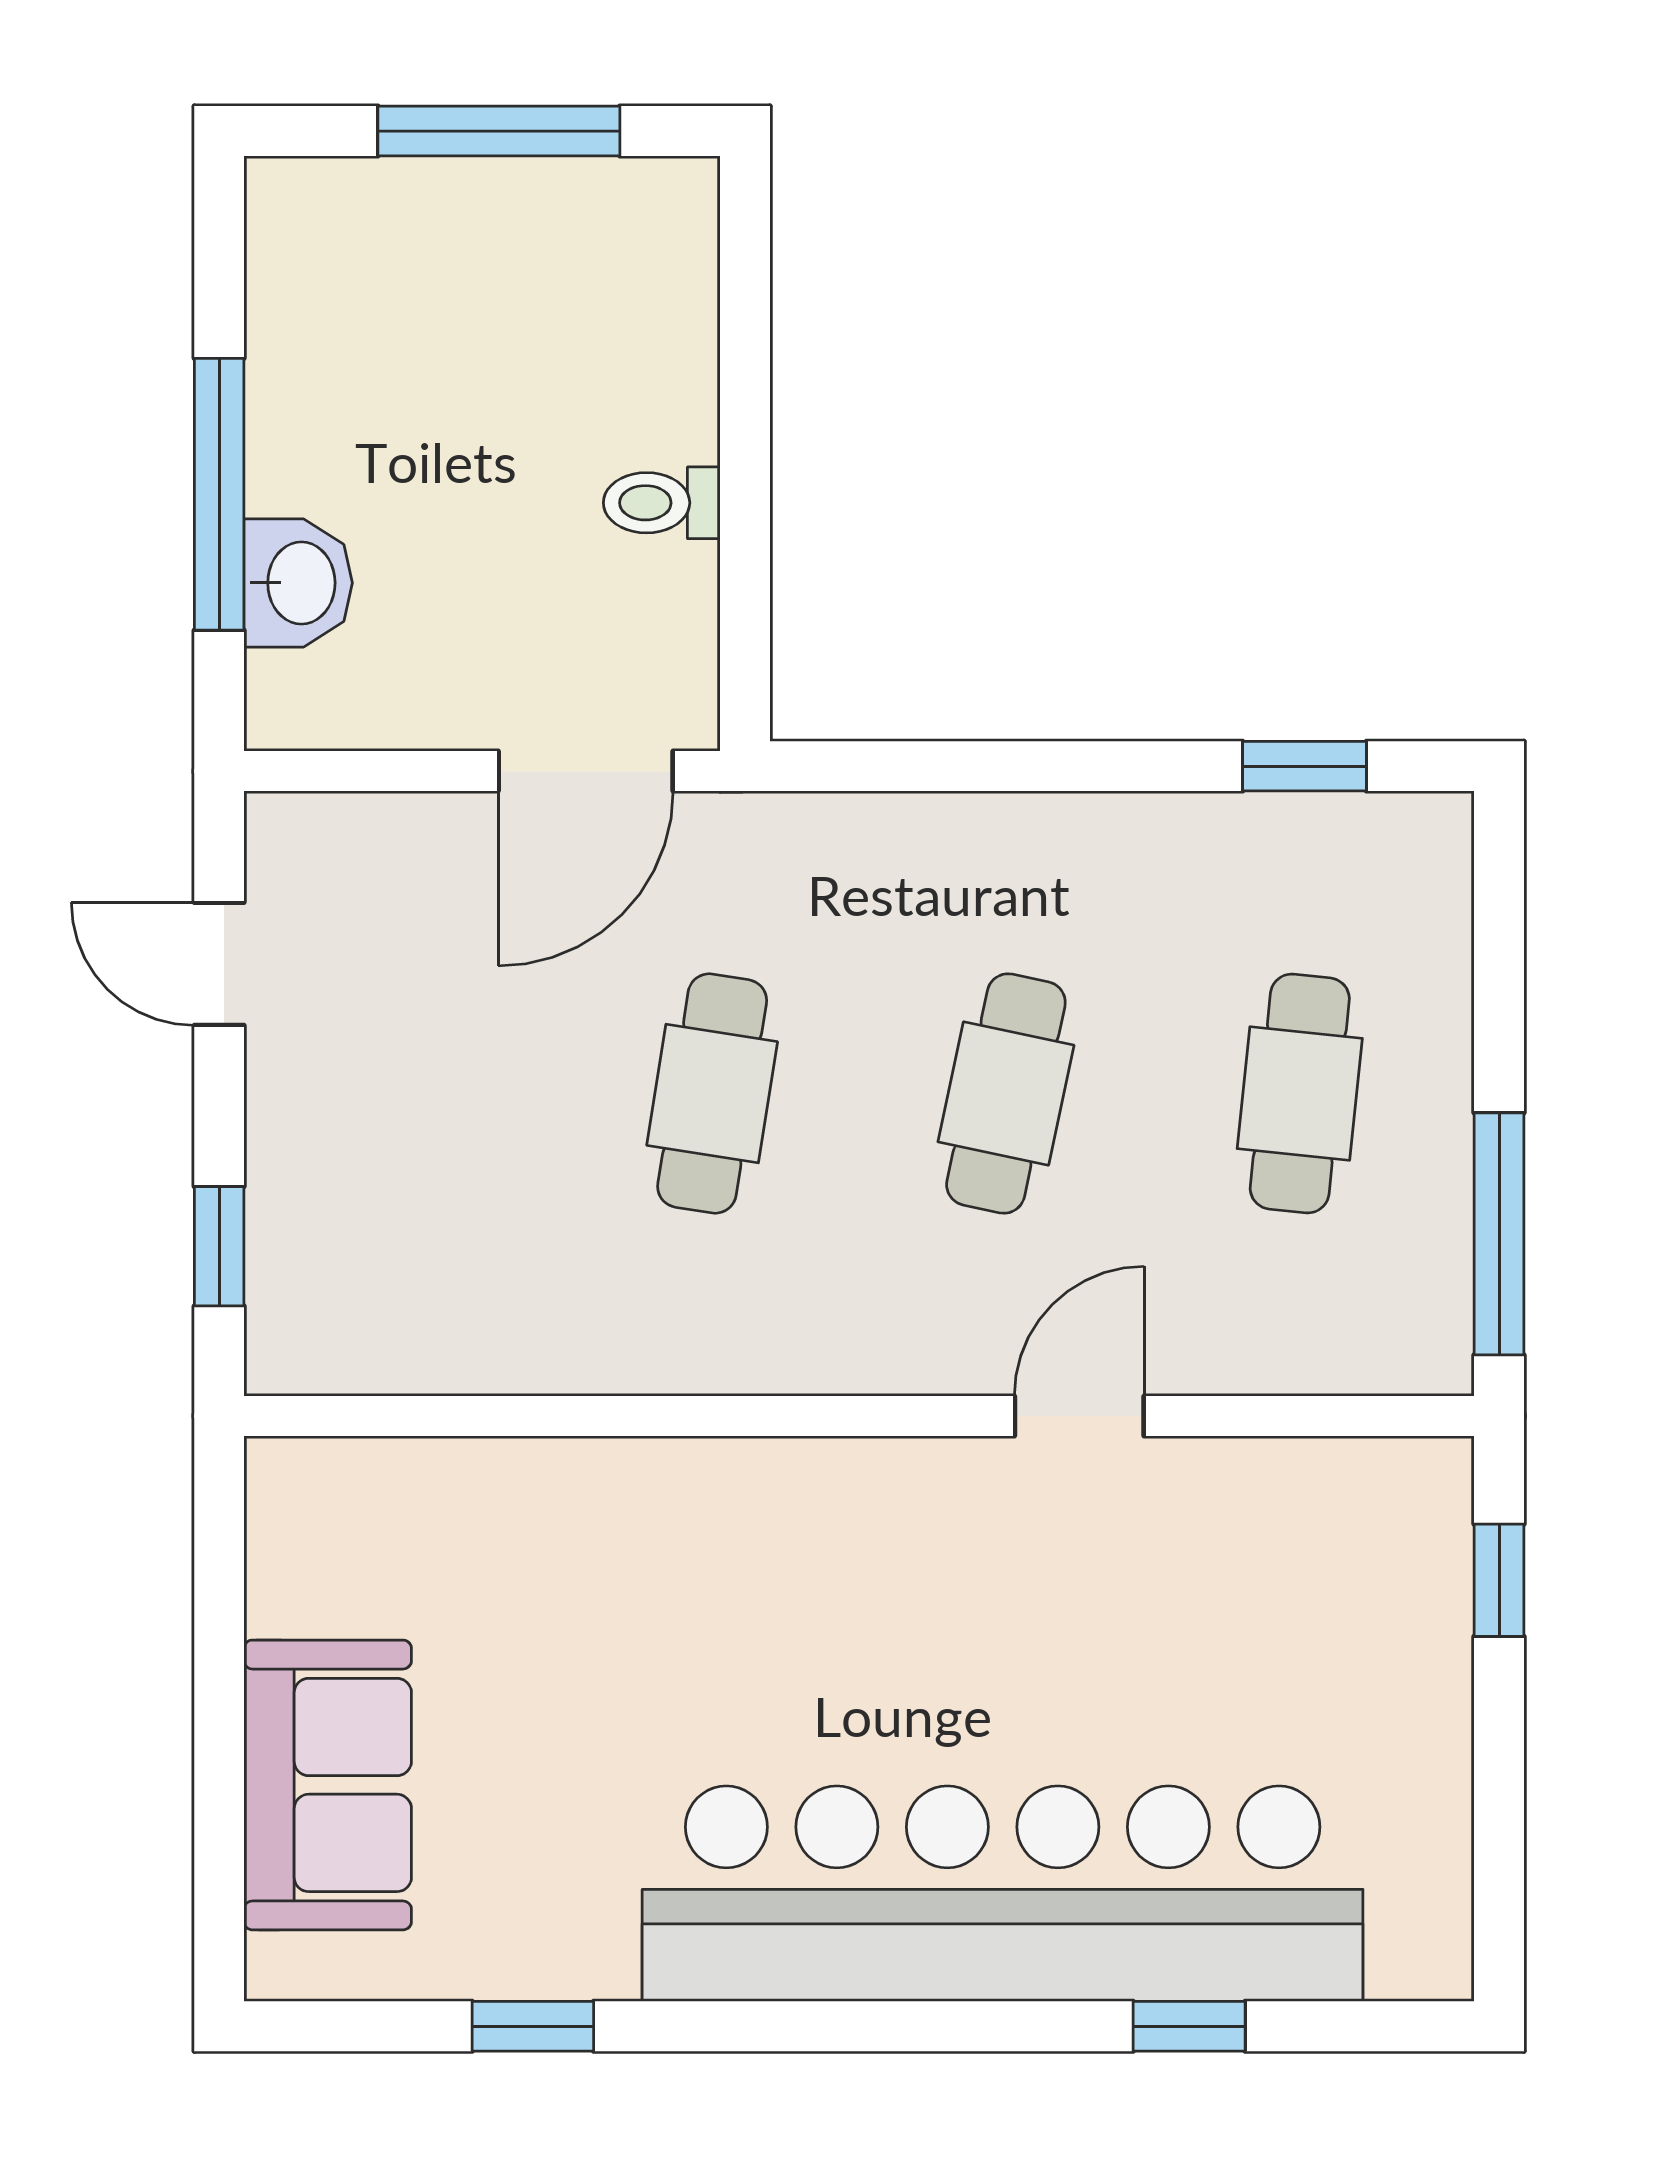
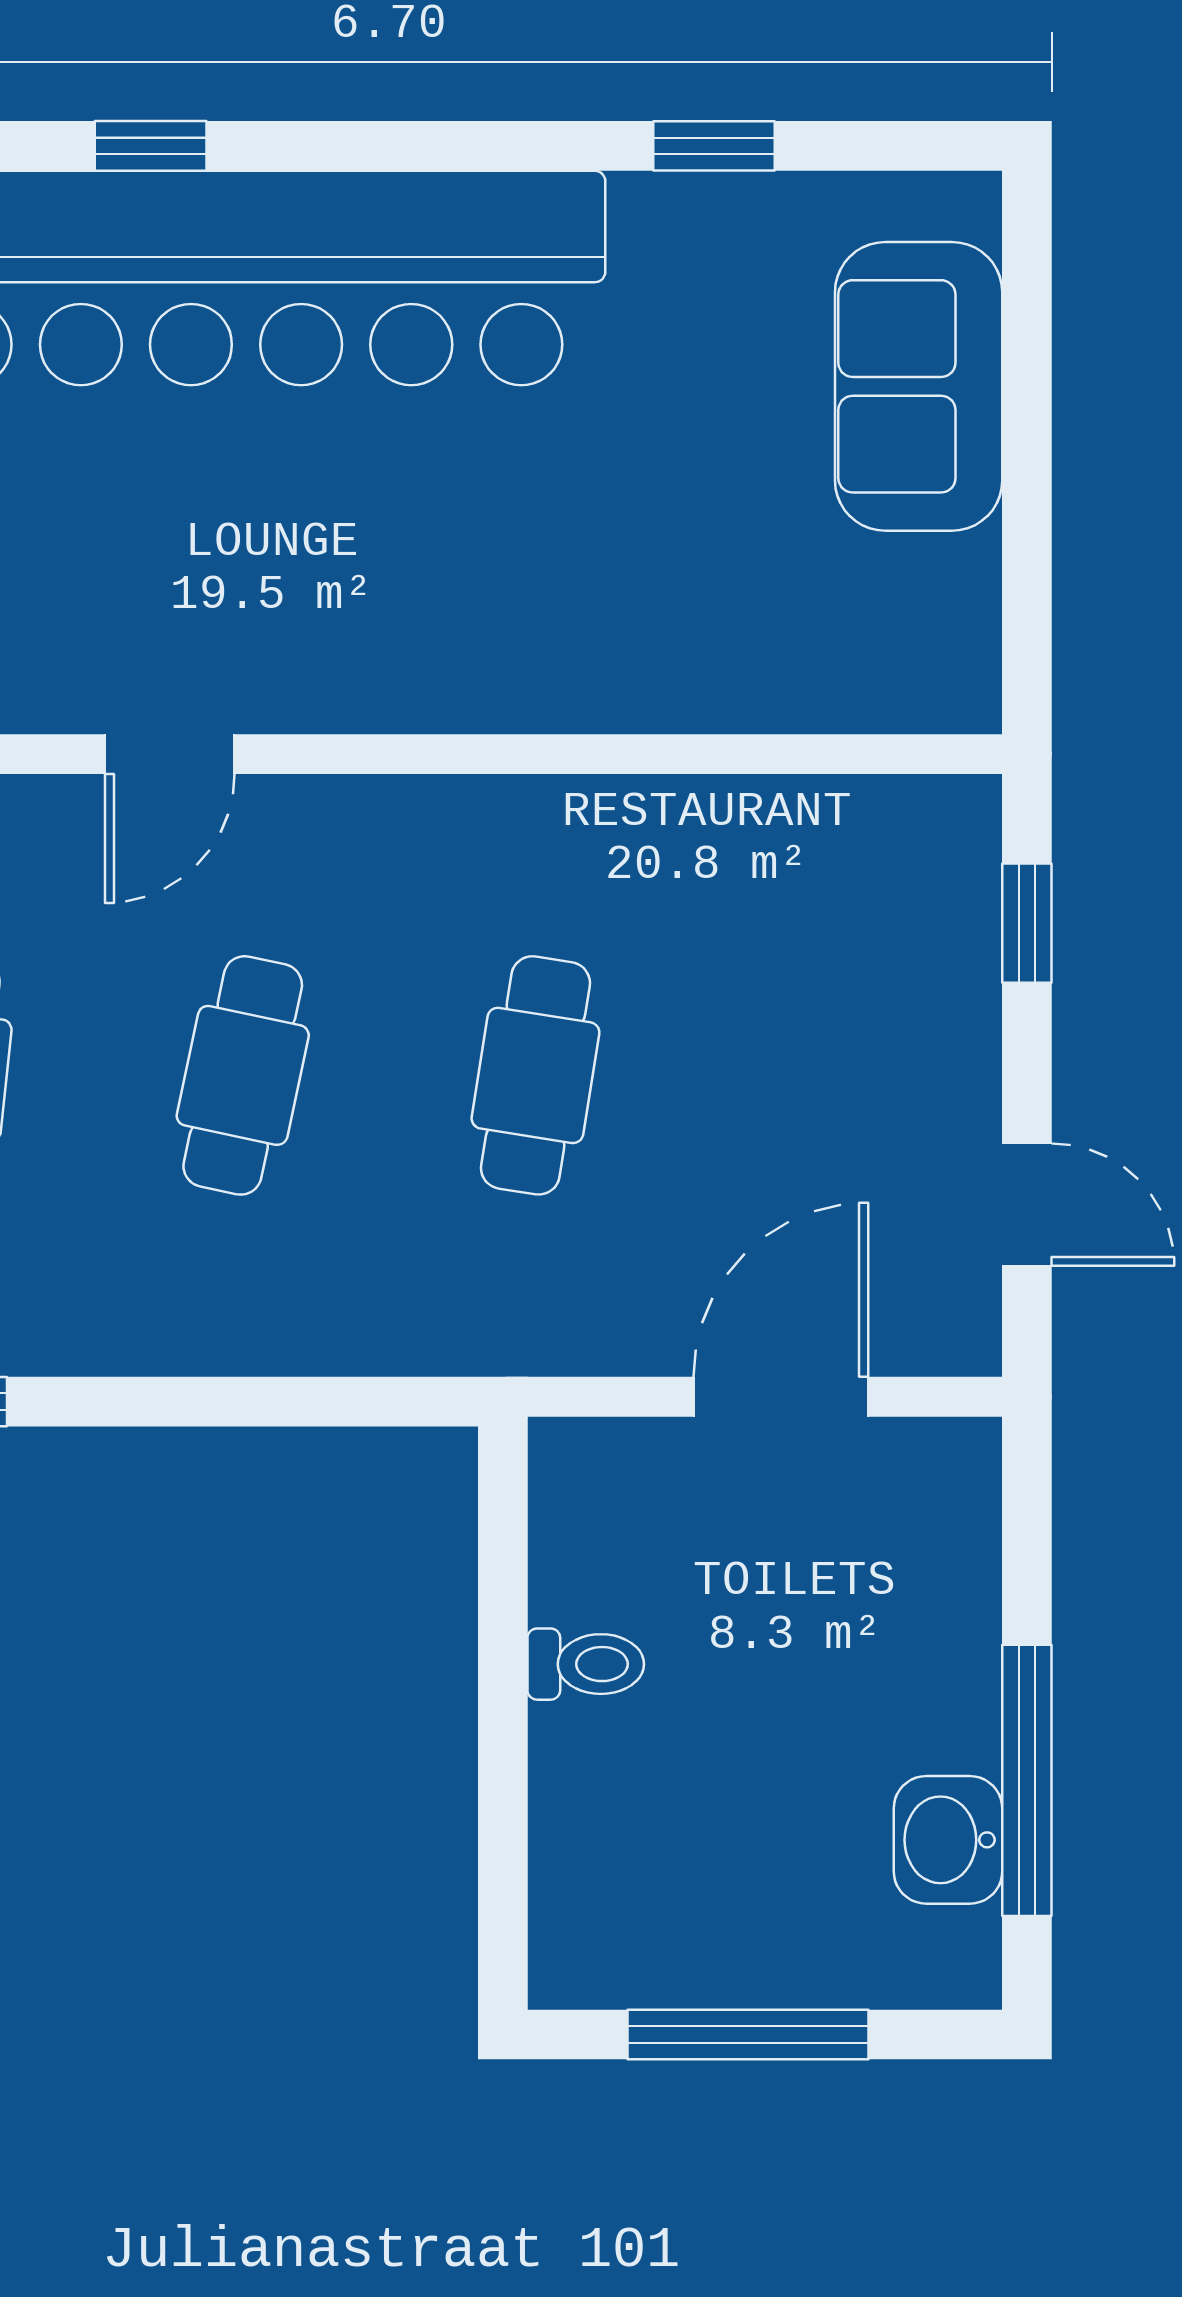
window: (219, 494) -> (1027, 1780), moved
washbasin: (298, 583) -> (948, 1840), moved
door: (586, 771) -> (781, 1397), moved
window: (1189, 2026) -> (151, 146), moved

